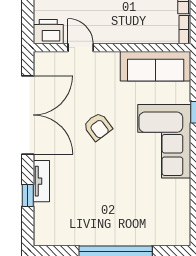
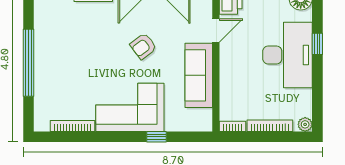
sofa: (156, 66) -> (199, 75), moved
bookcase: (184, 204) -> (72, 126), added

